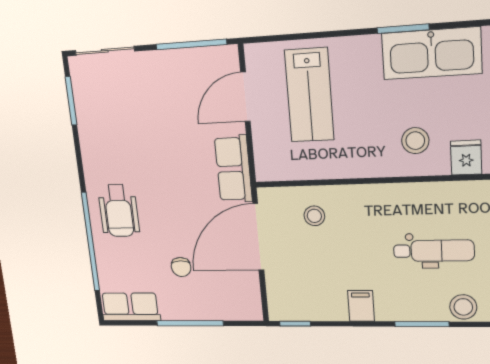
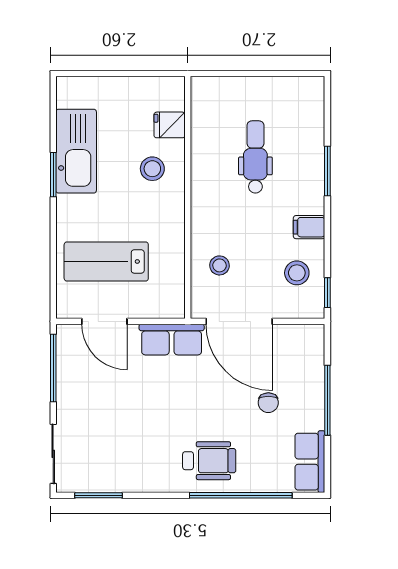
lab bench: (309, 95) -> (106, 261), turned 180
chair: (181, 267) -> (268, 403), turned 90
stool: (463, 307) -> (297, 273), moved

